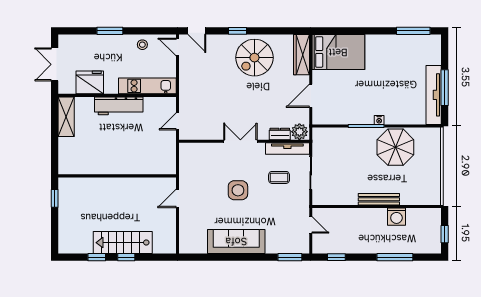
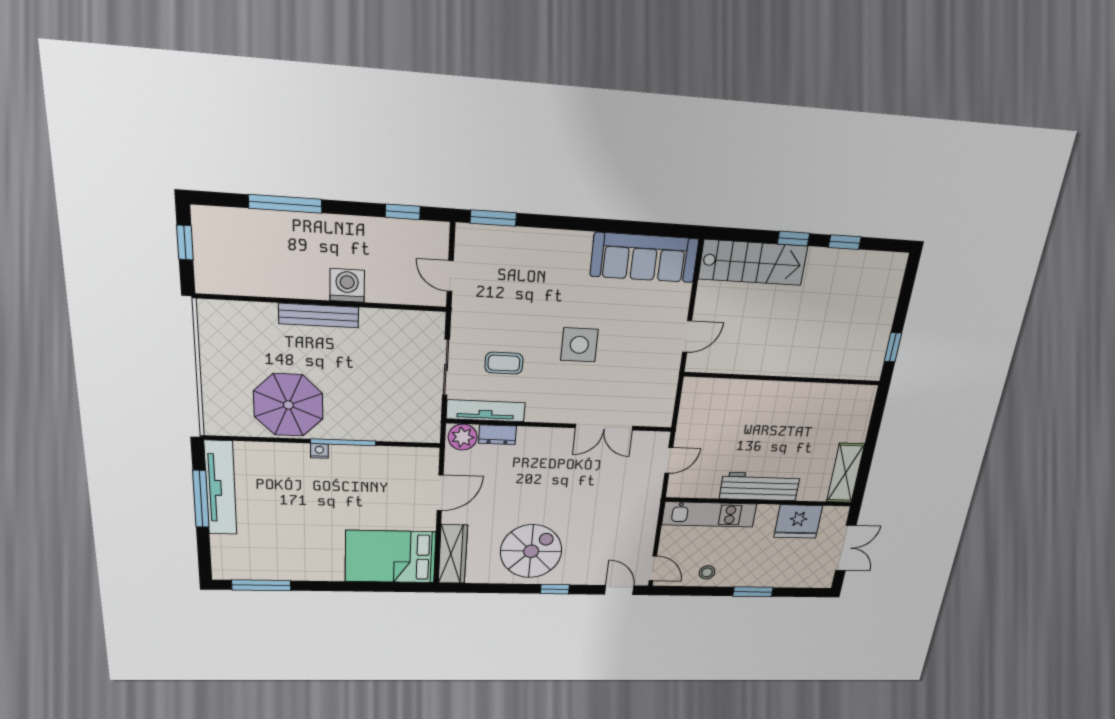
double door: (240, 141) -> (604, 427), moved
washing machine: (396, 217) -> (347, 285), moved
sofa: (236, 241) -> (644, 258), moved
stairs: (123, 243) -> (753, 263), moved

